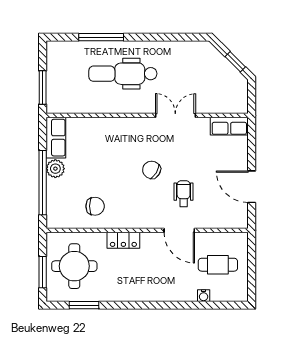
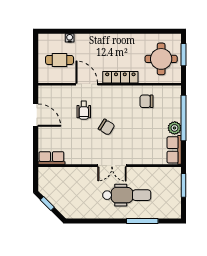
double door: (175, 115) -> (112, 166), moved
locker: (123, 240) -> (120, 77), width x1.53
window: (84, 305) -> (154, 31), removed

